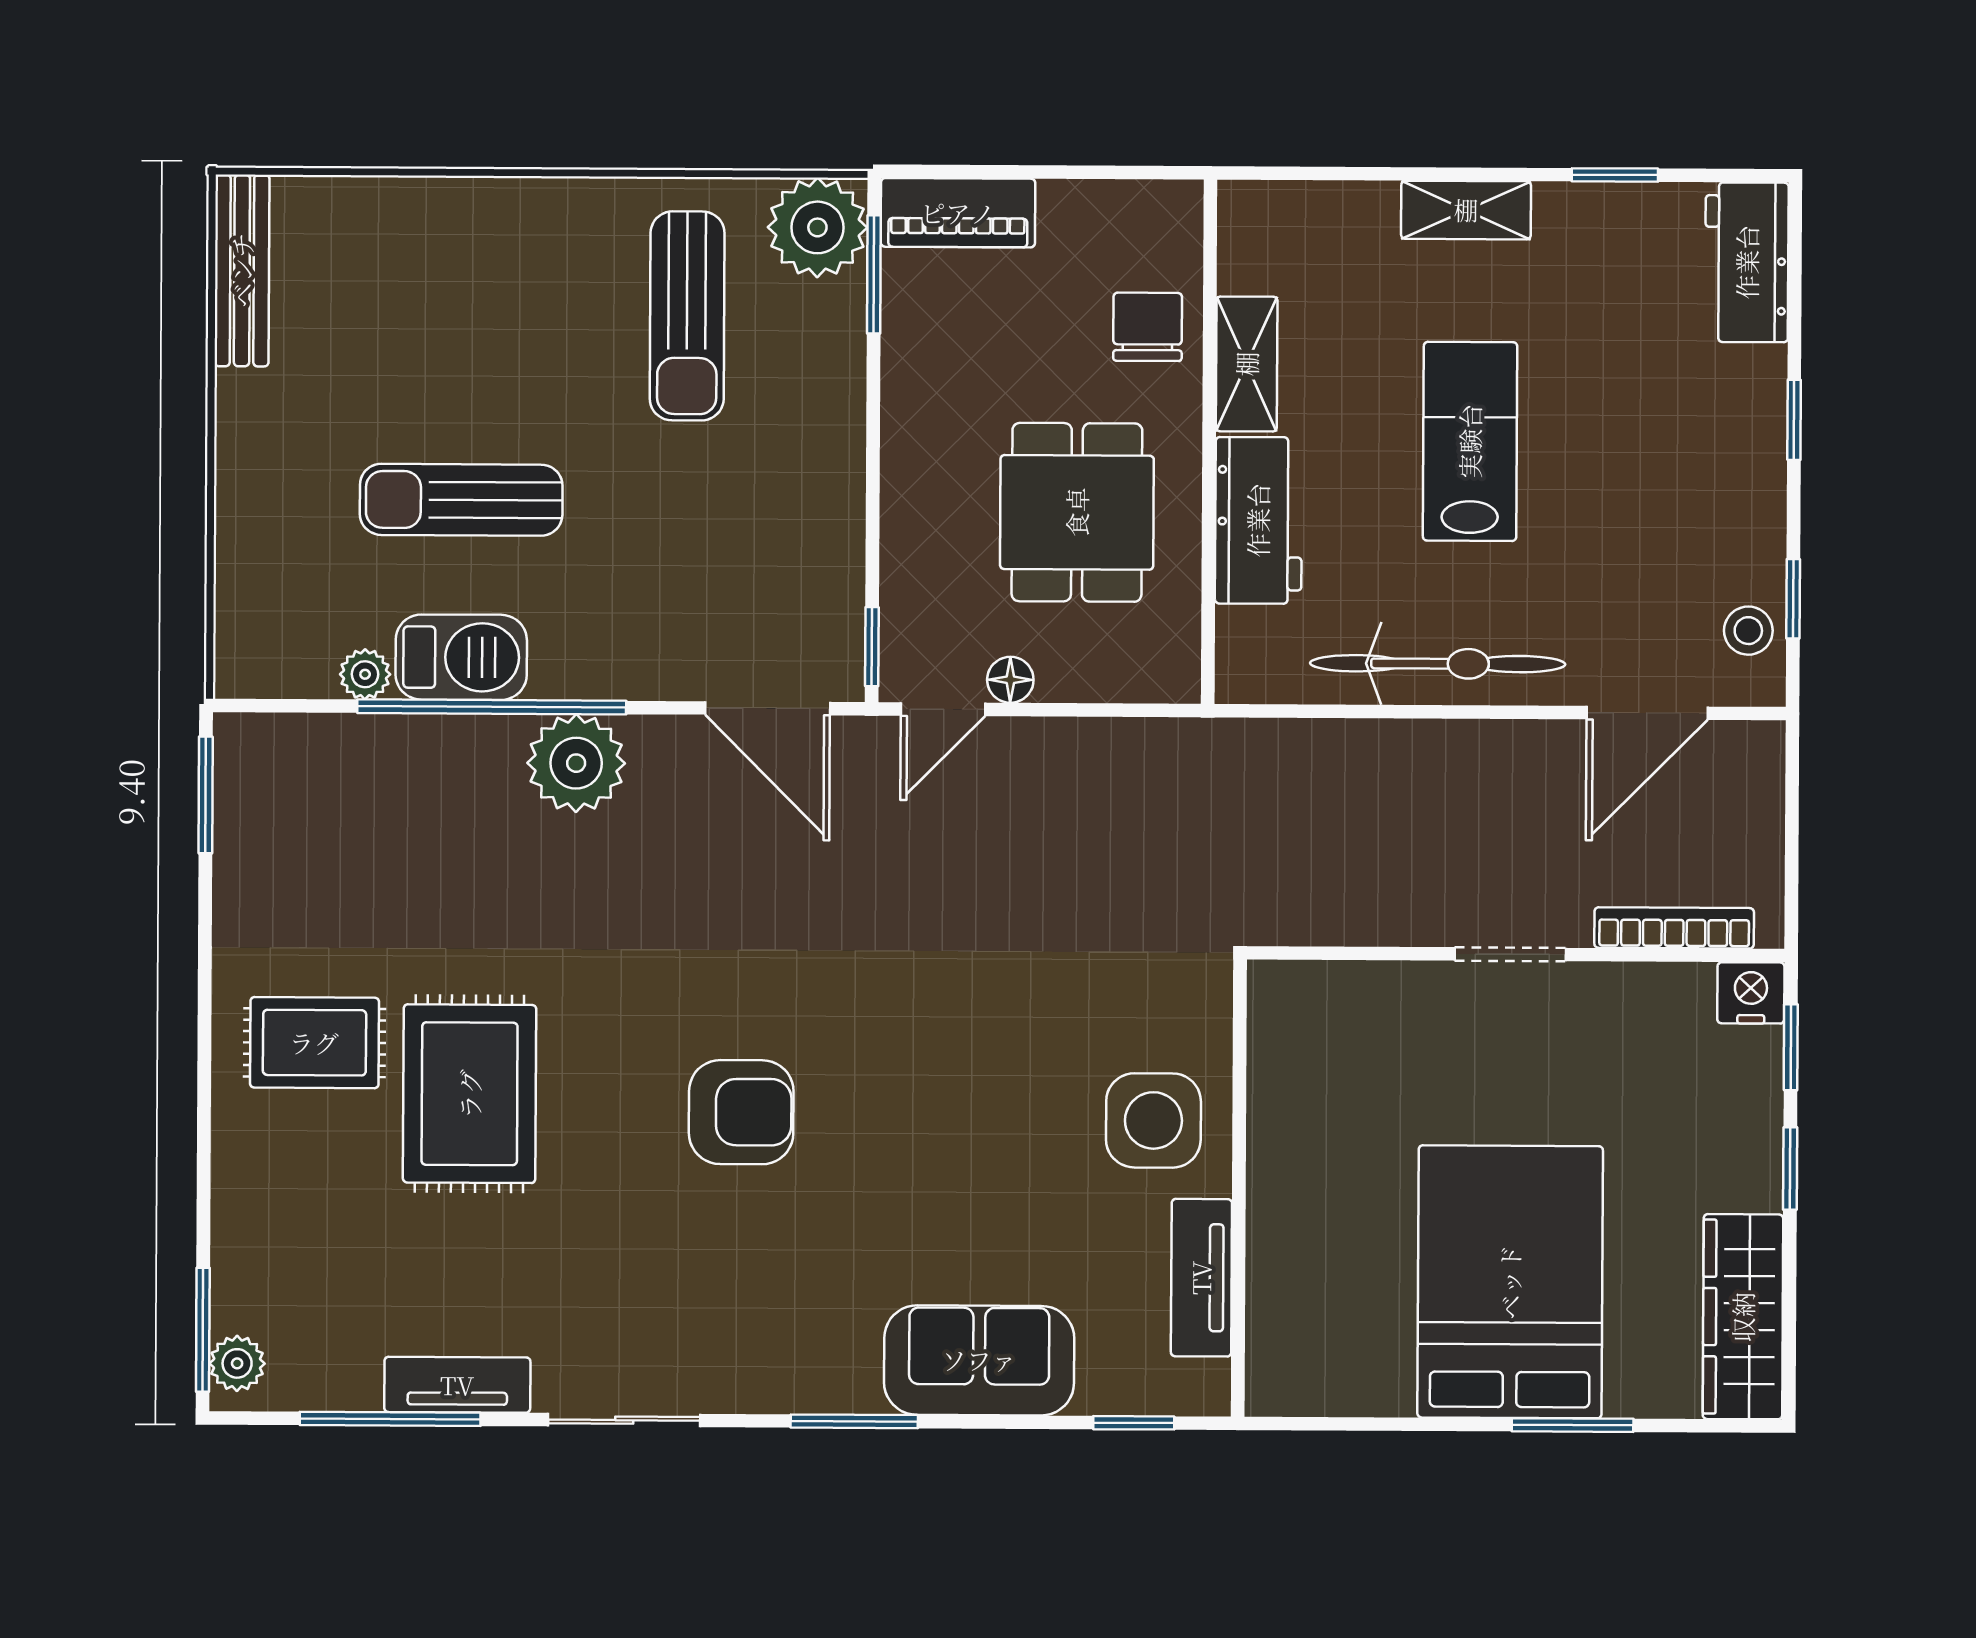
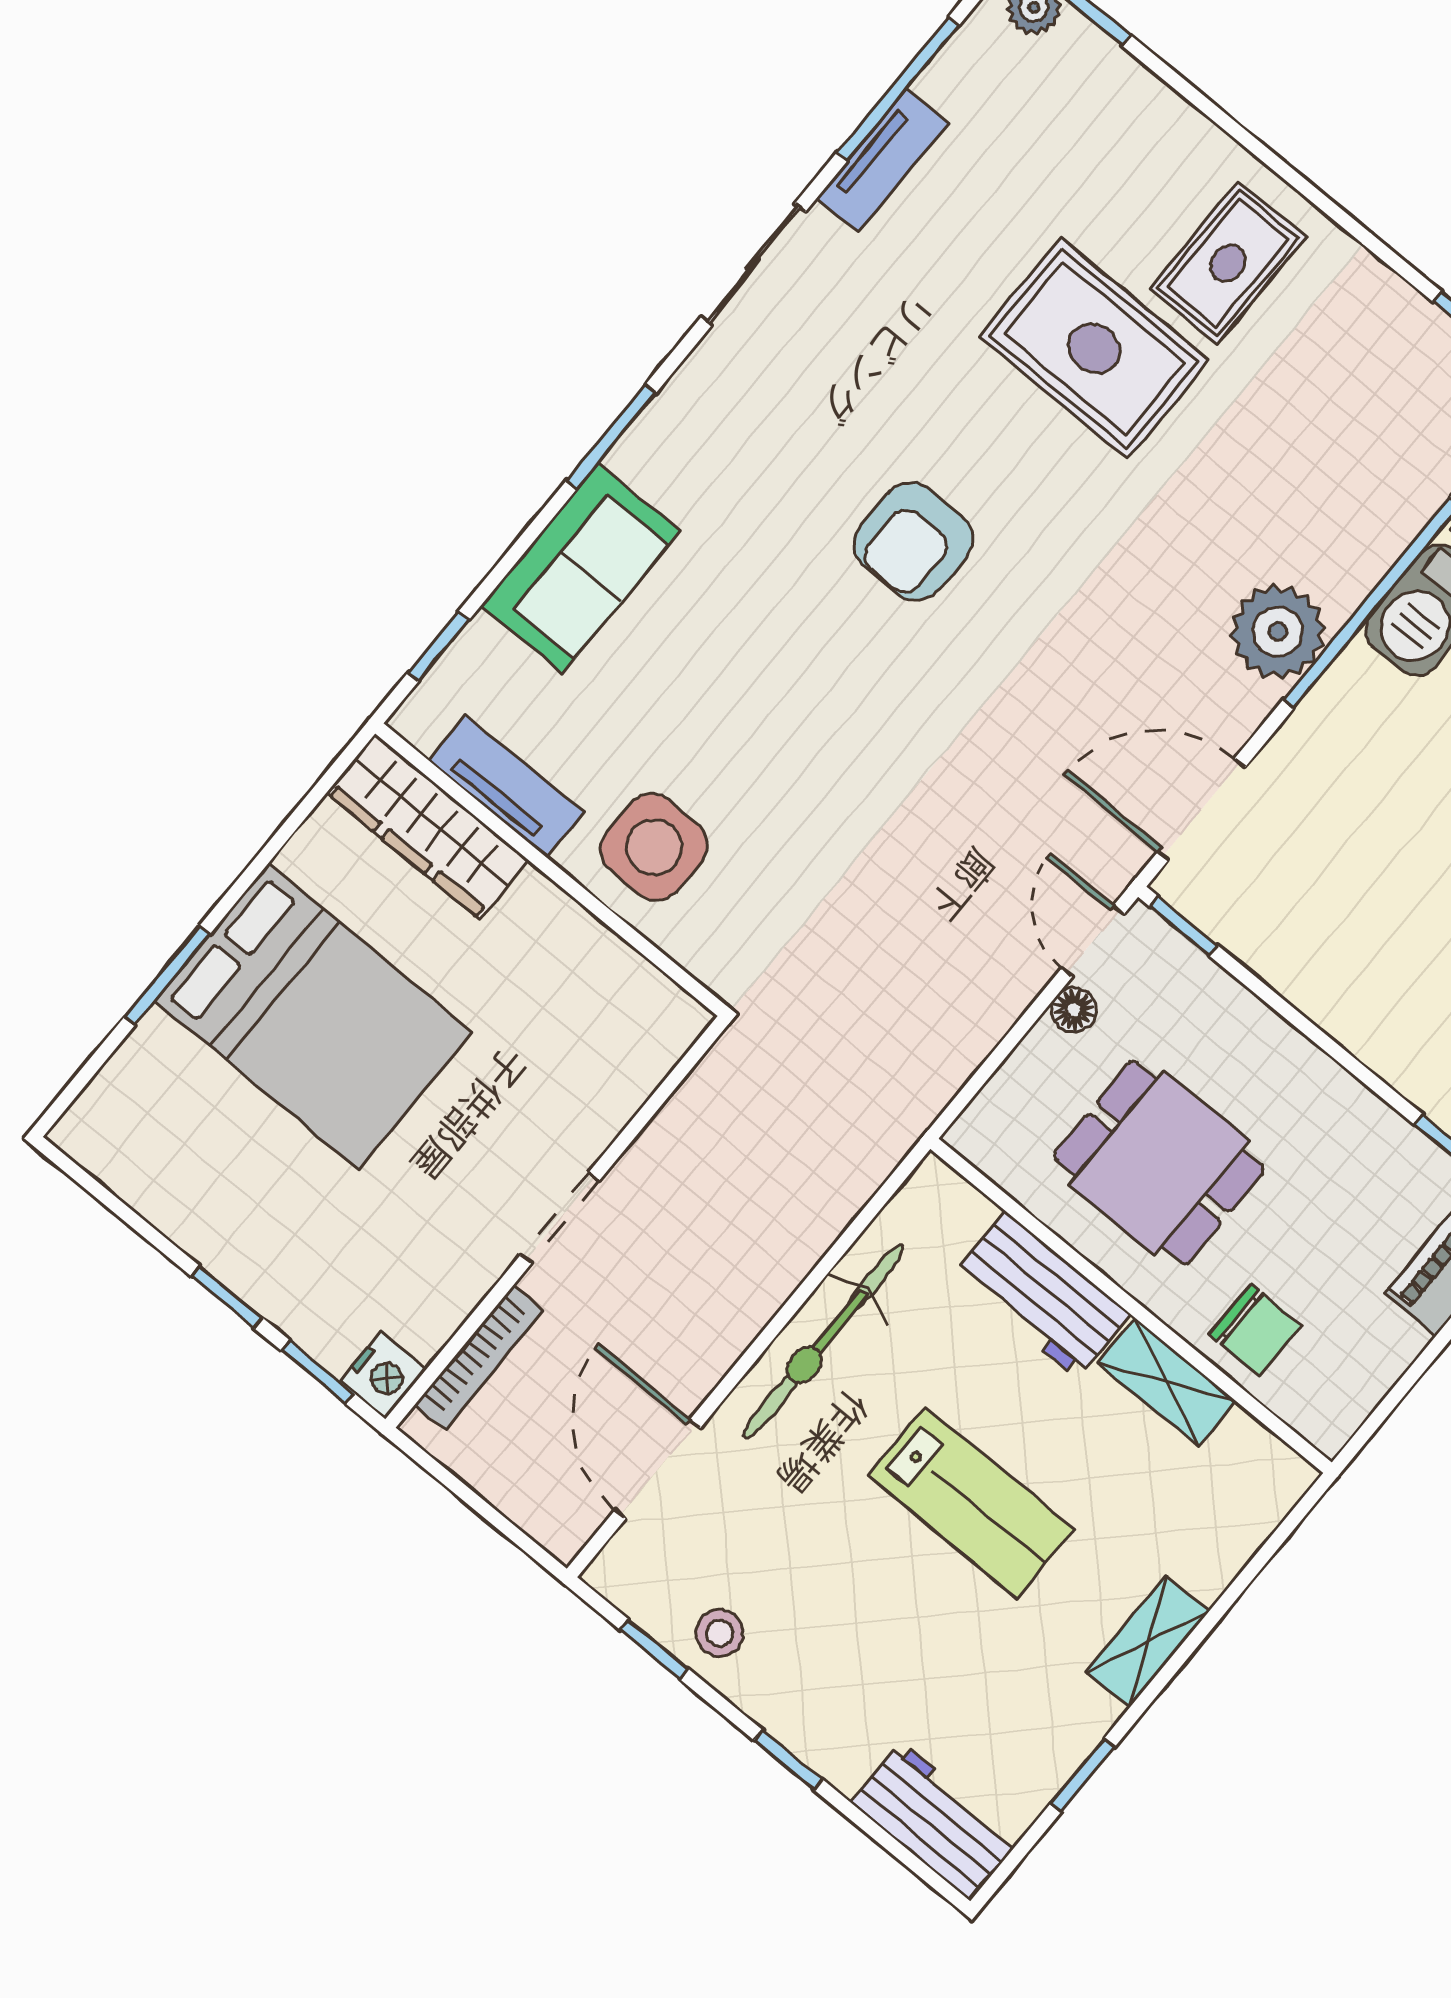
stool: (1748, 631) -> (720, 1633), moved
wardrobe: (1743, 1317) -> (427, 827), moved, turned 180

